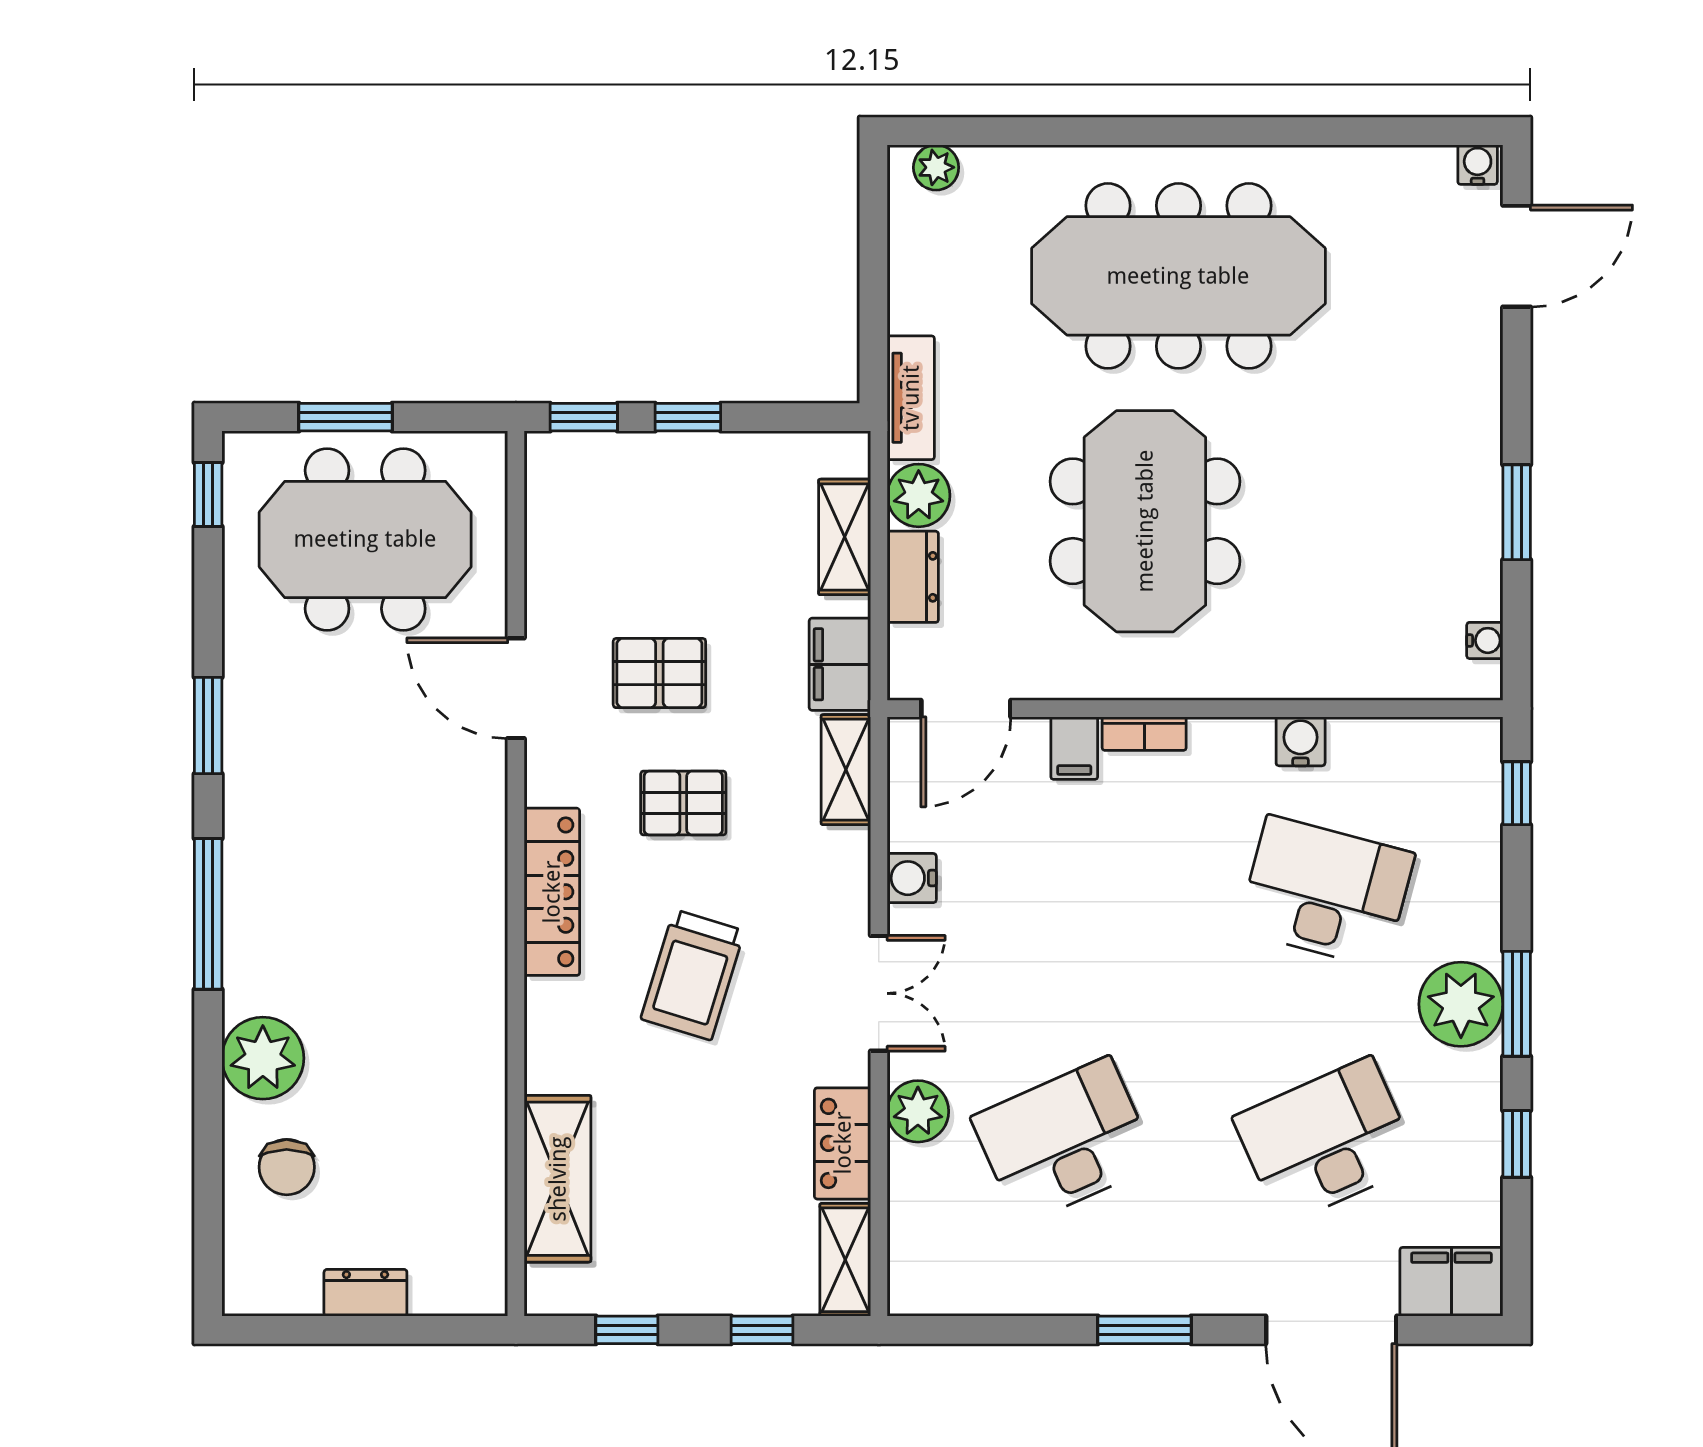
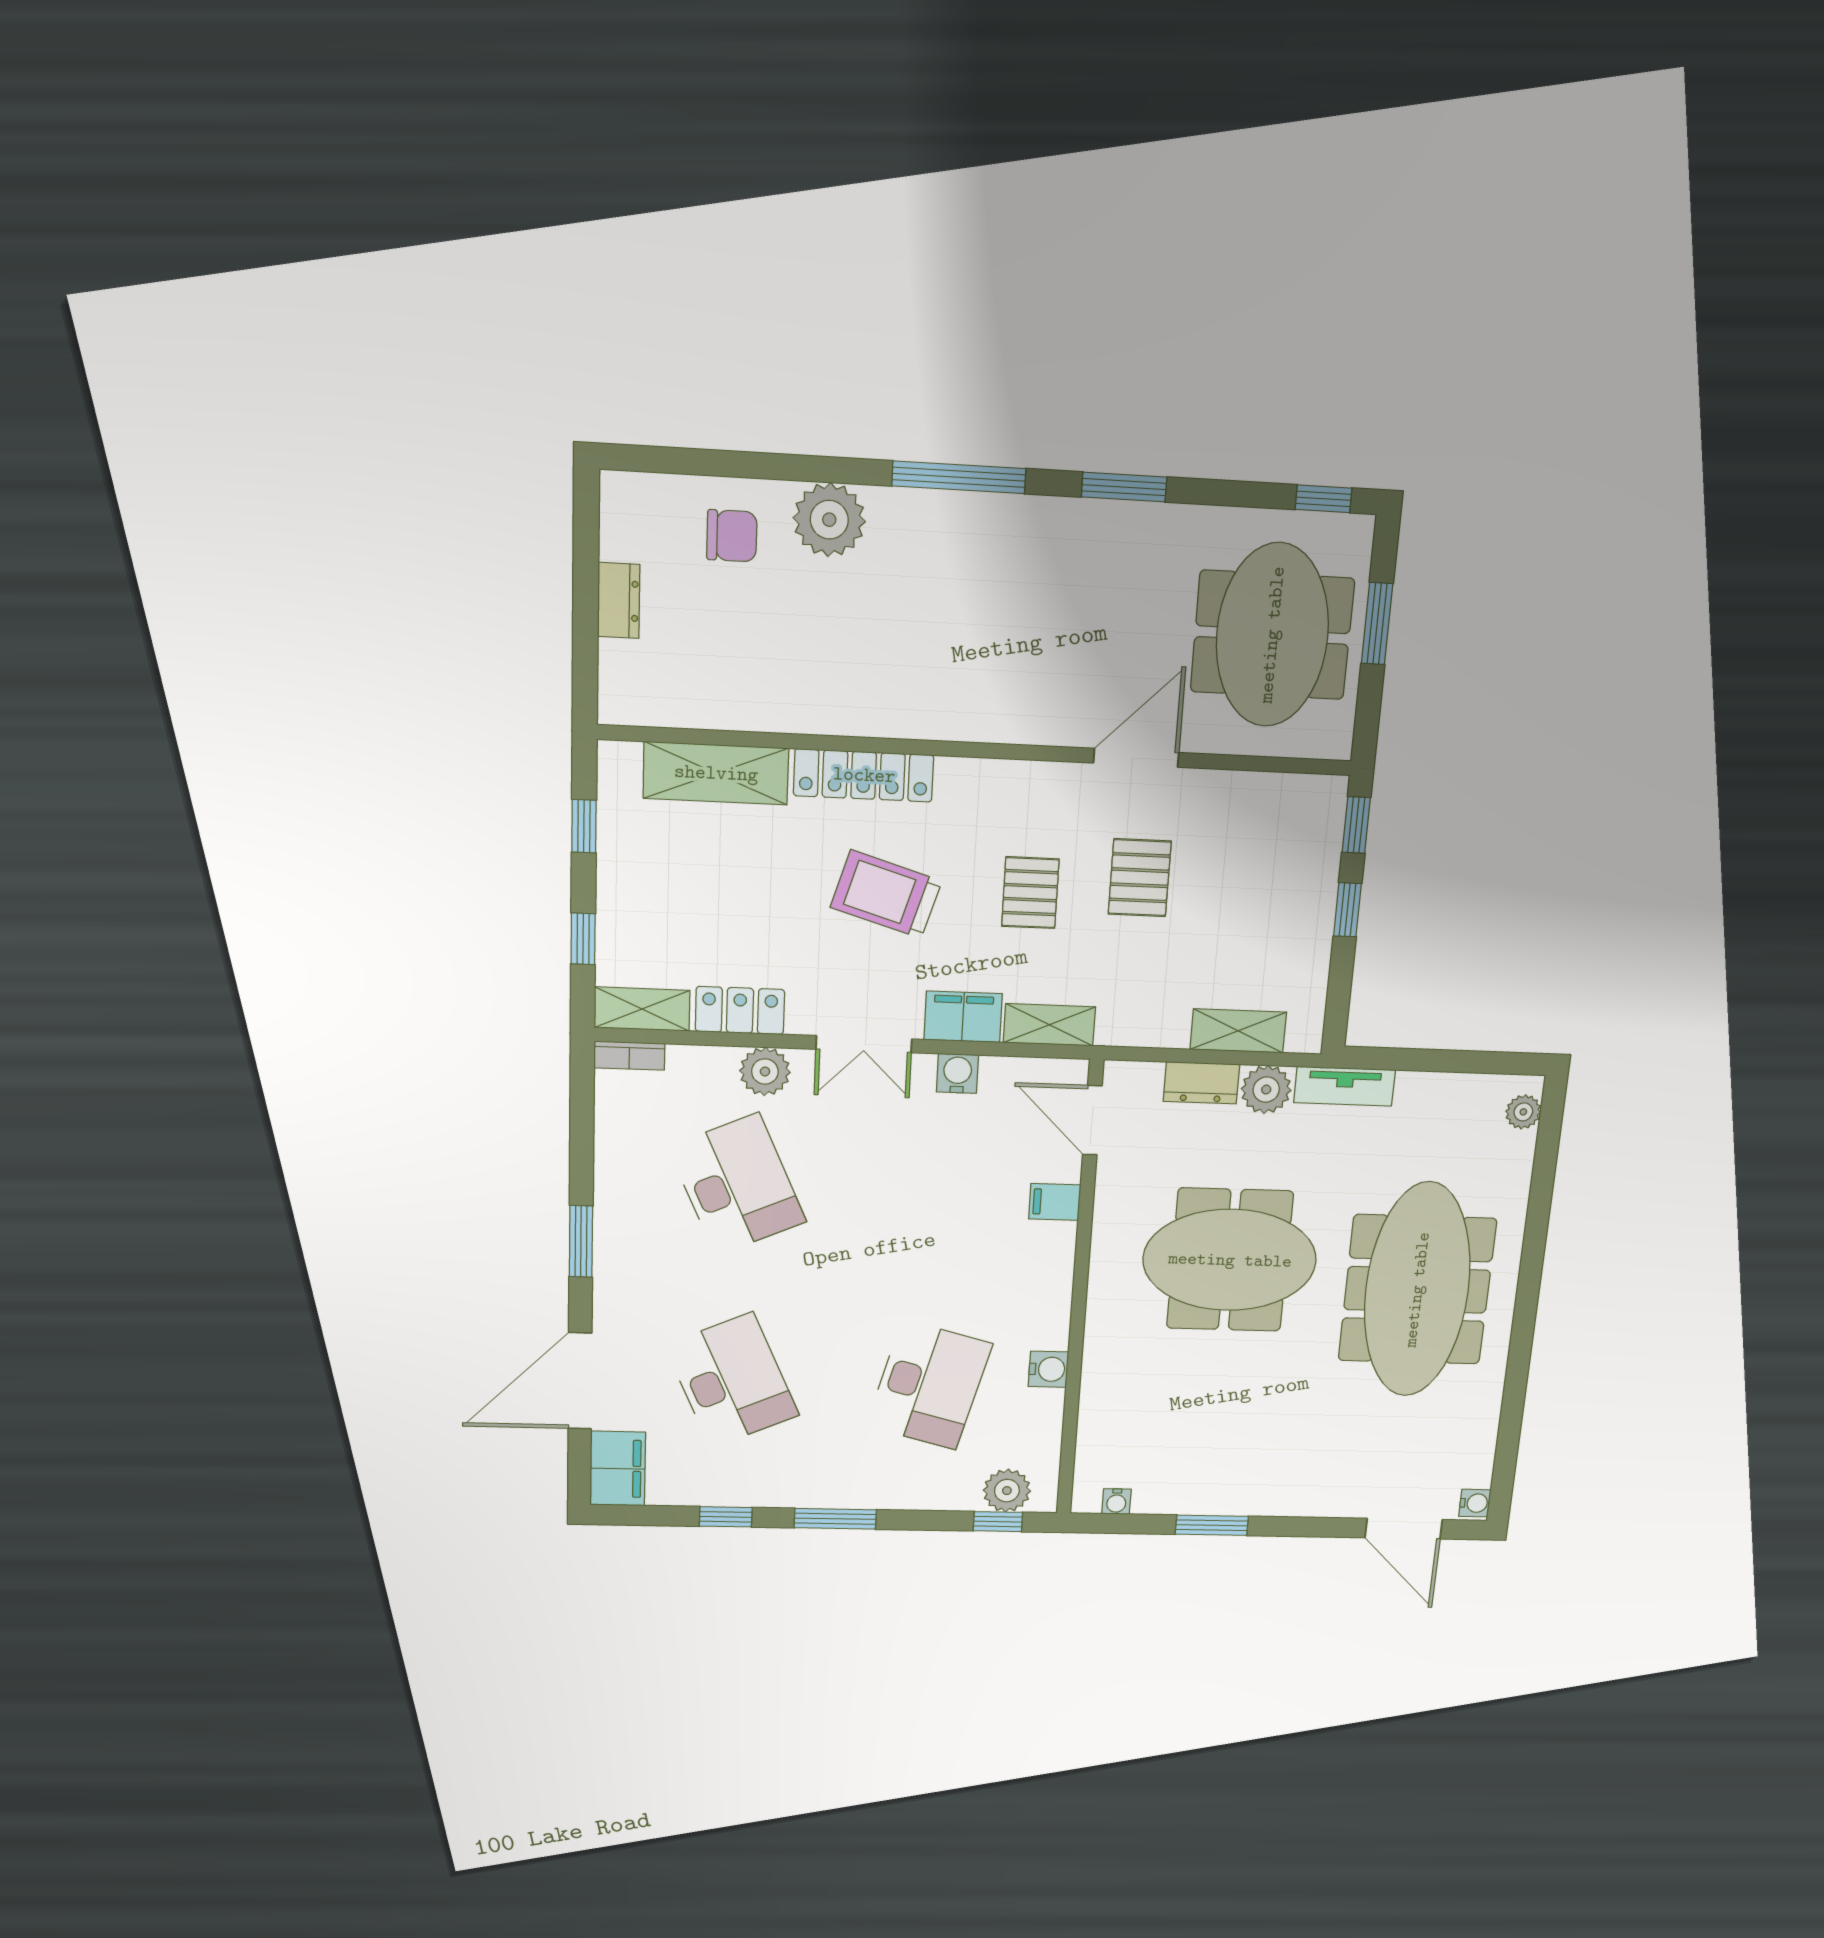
filing cabinet: (840, 664) -> (963, 1017), moved
bookcase: (1144, 734) -> (629, 1056), moved, turned -90
locker: (552, 892) -> (864, 775), moved
plant: (1461, 1004) -> (1007, 1491), moved, width x0.73, depth x0.73
chair: (287, 1167) -> (732, 536), turned 180

